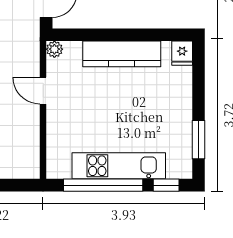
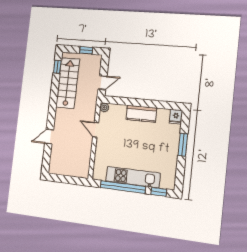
kitchen counter: (122, 54) -> (141, 114), width x0.67
window: (199, 140) -> (183, 145), moved

